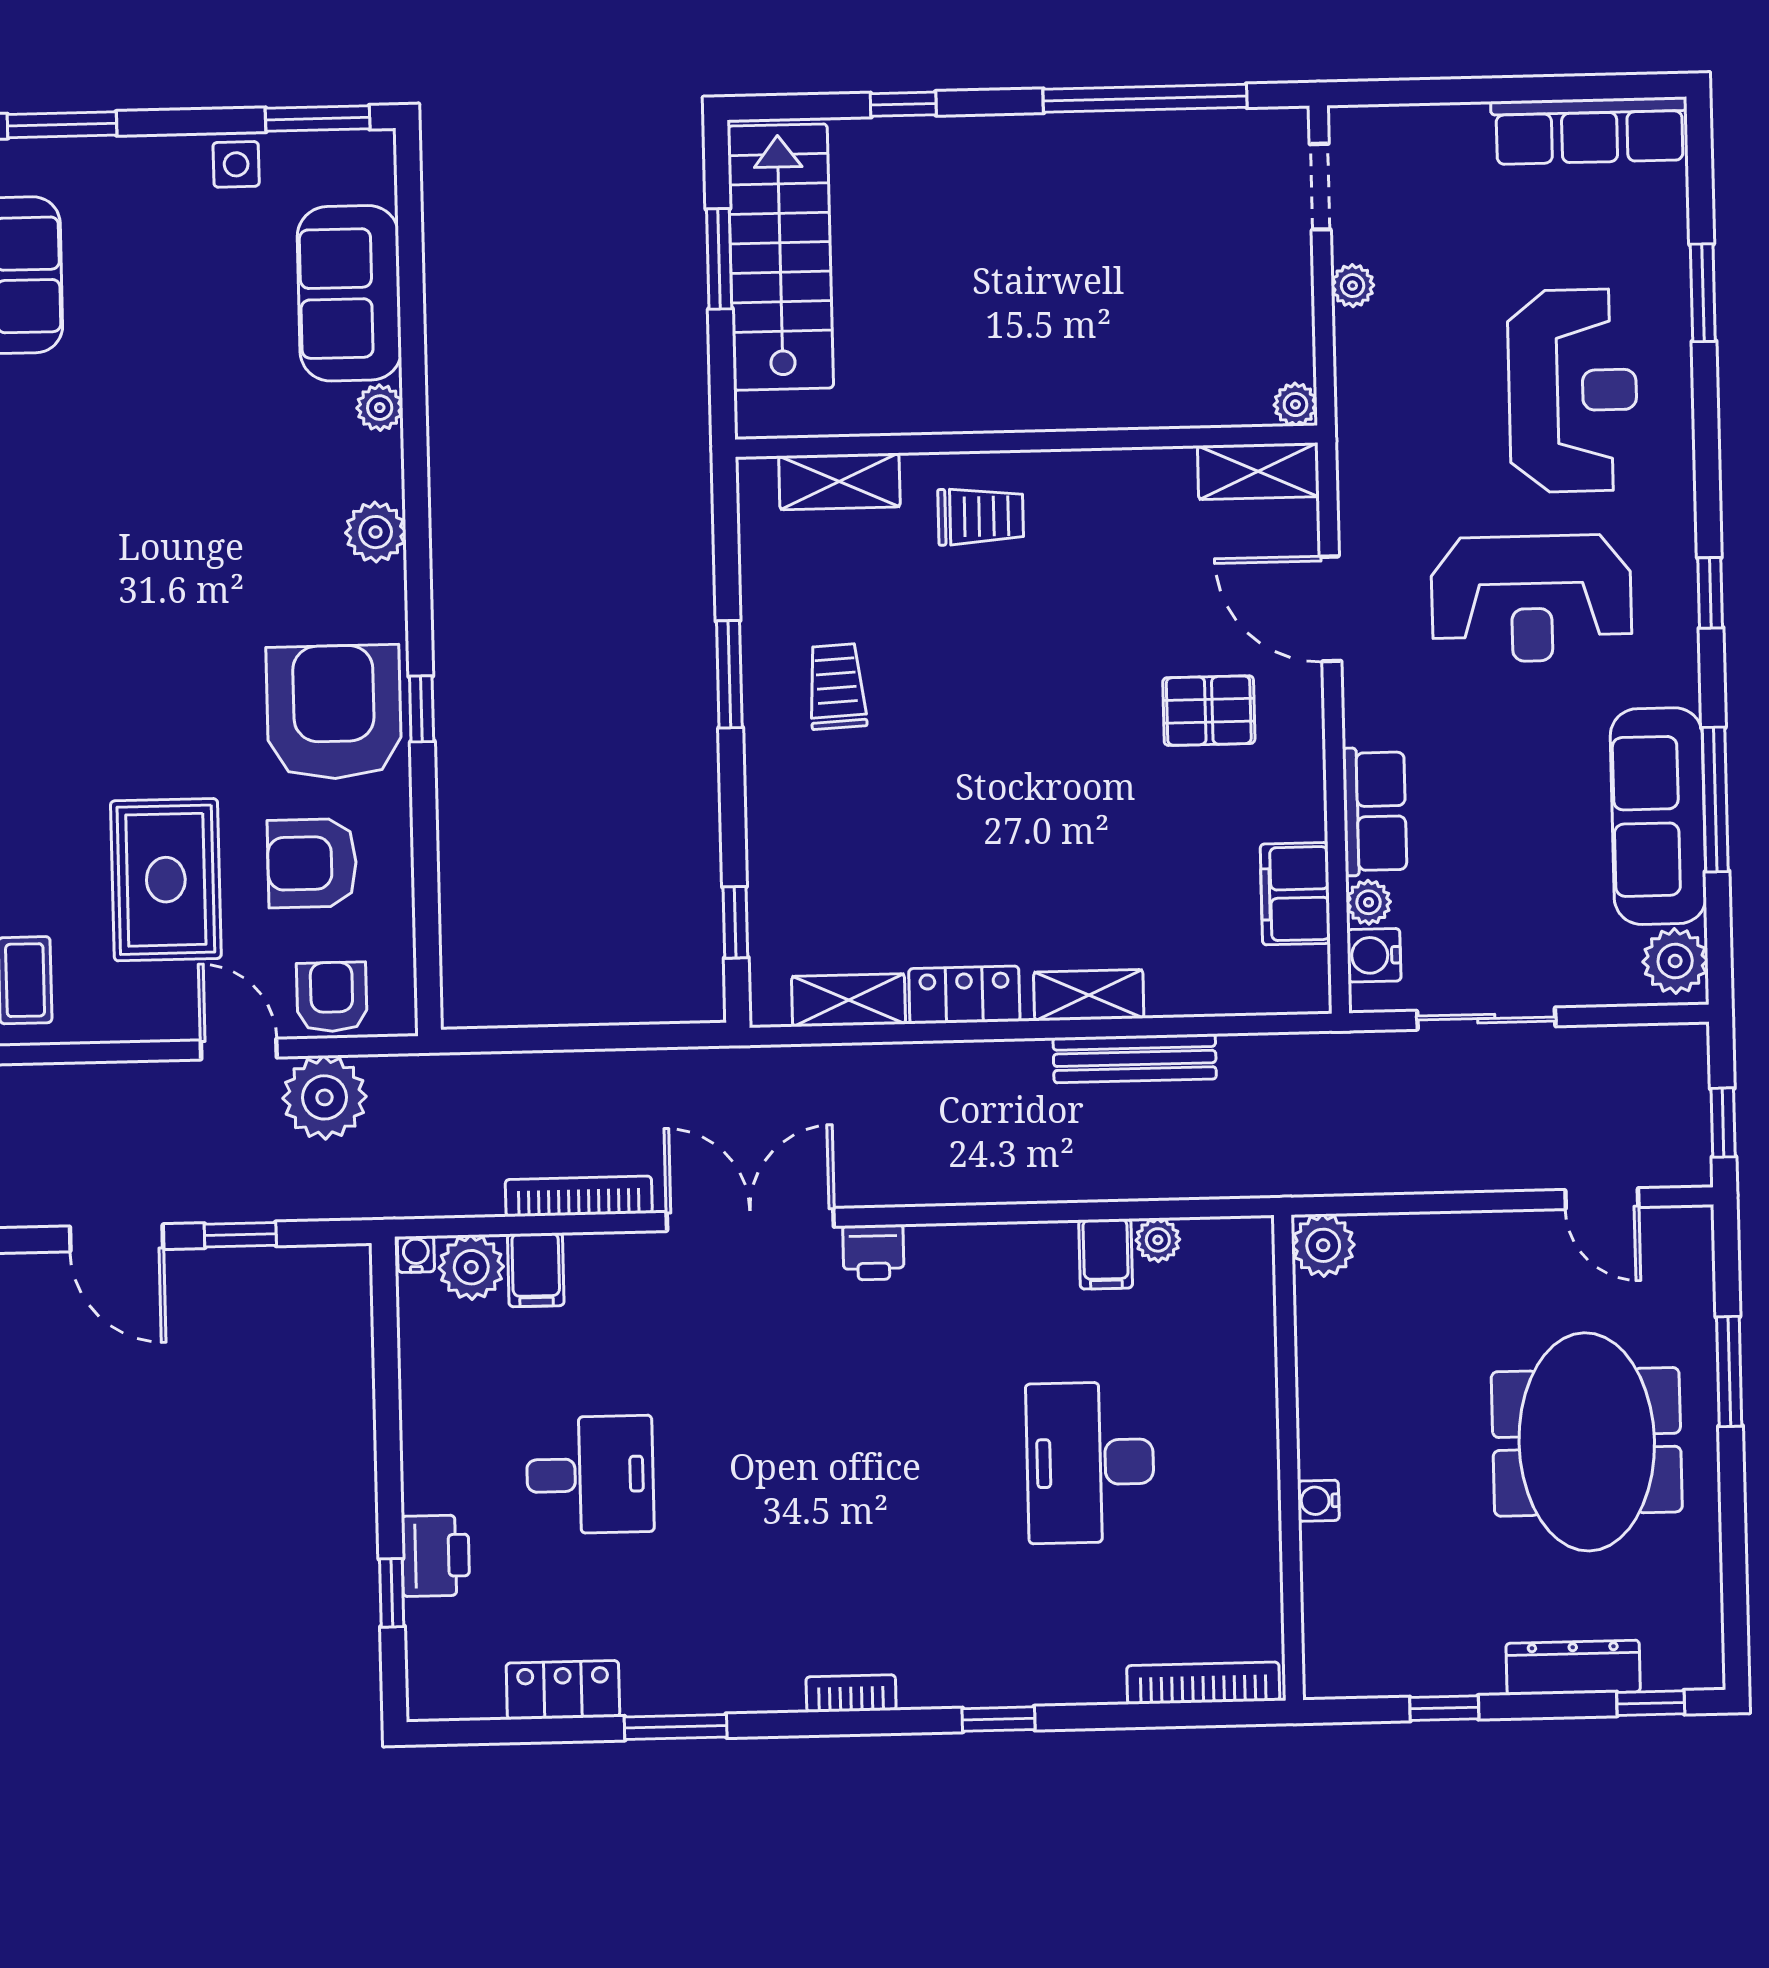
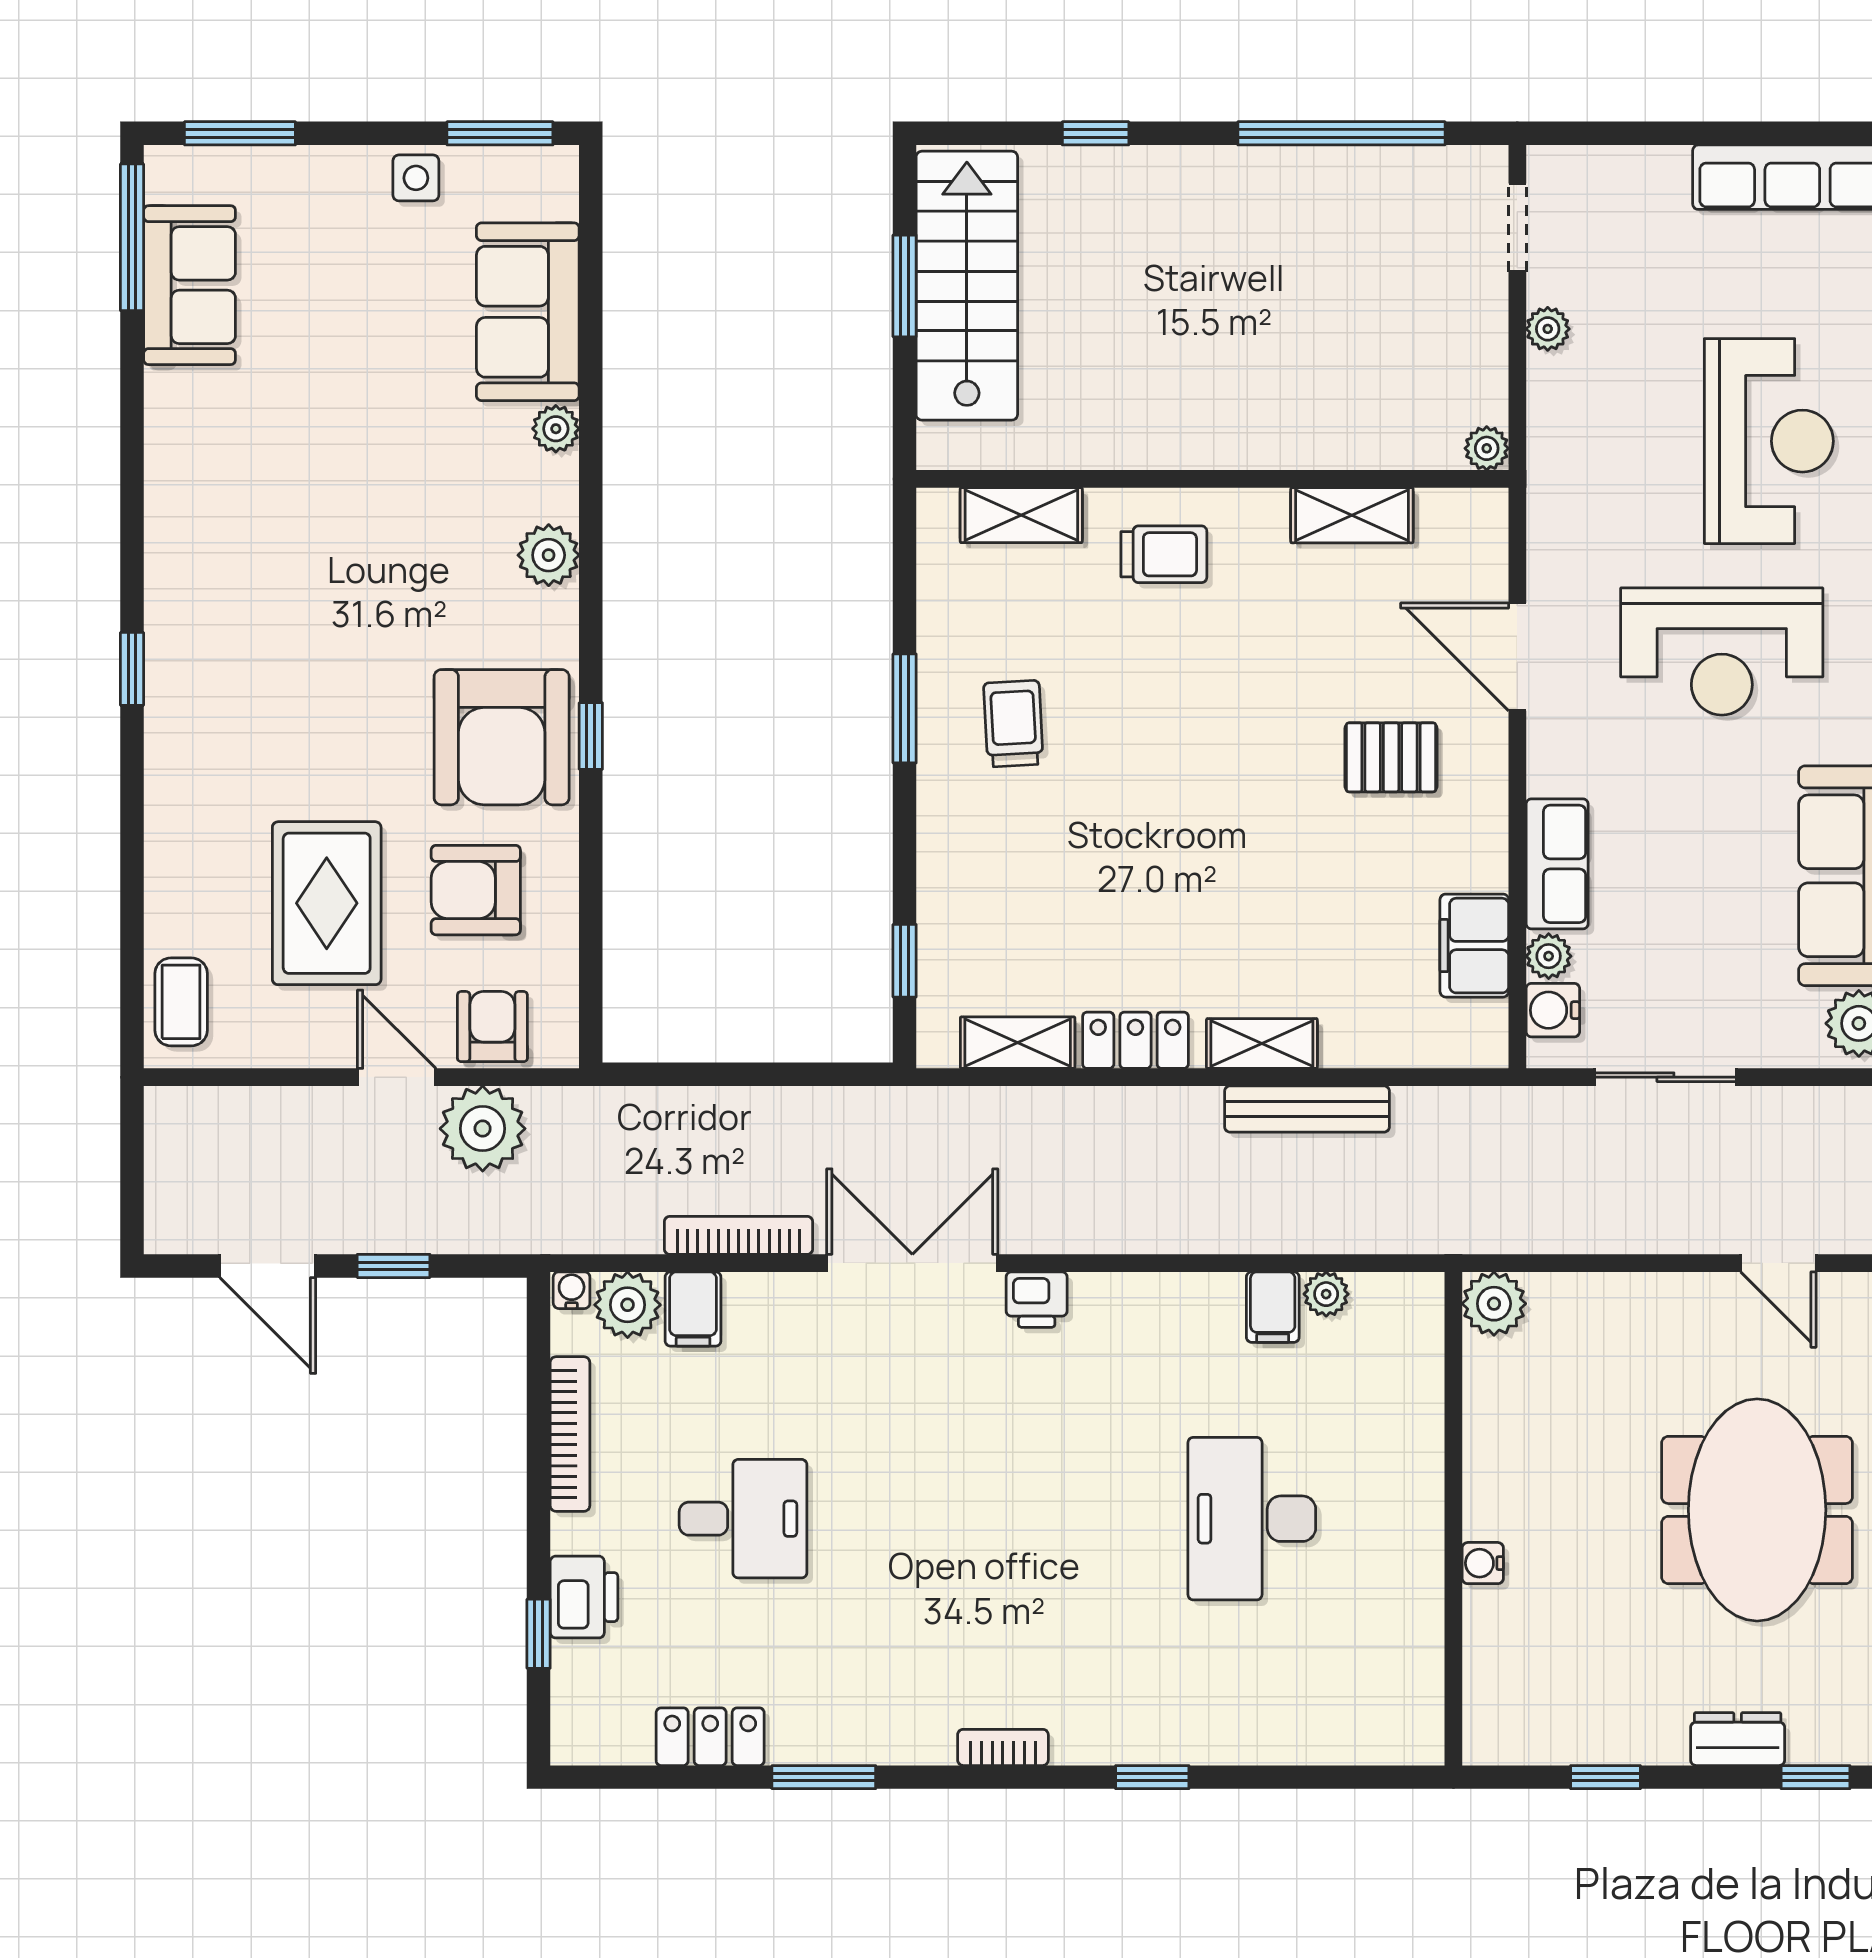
shelving: (1258, 471) -> (1352, 515), moved
armchair: (334, 712) -> (502, 737), turned 180
dresser: (1573, 1668) -> (1738, 1739), width x0.70
bookcase: (1203, 1683) -> (570, 1434), moved, turned 90

